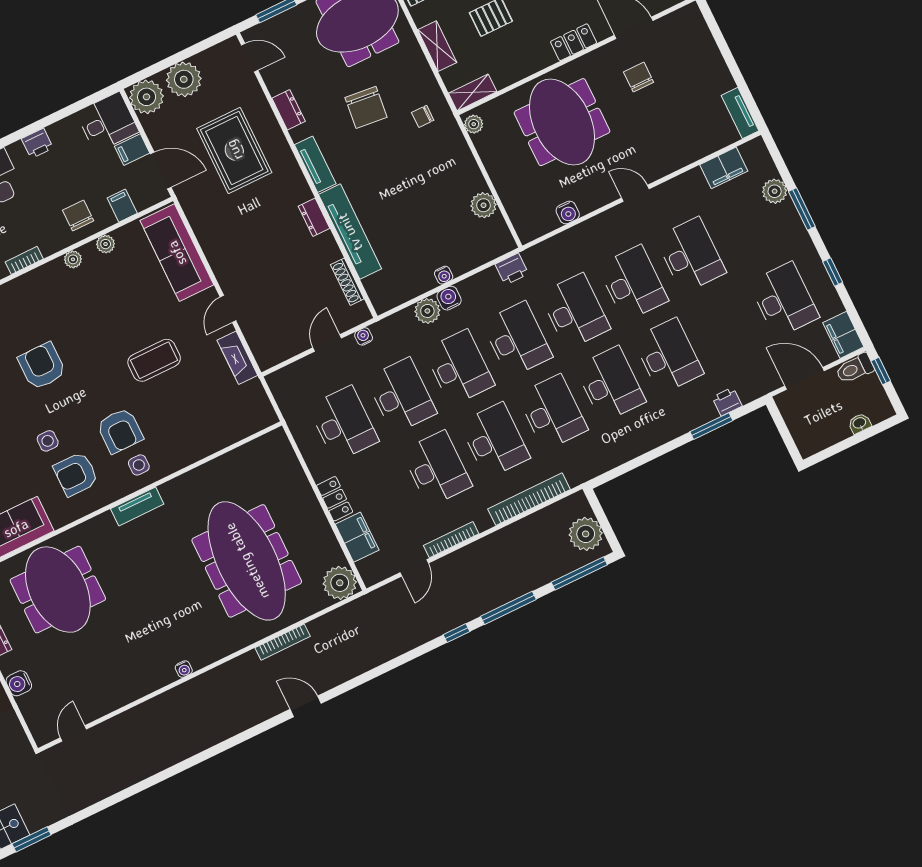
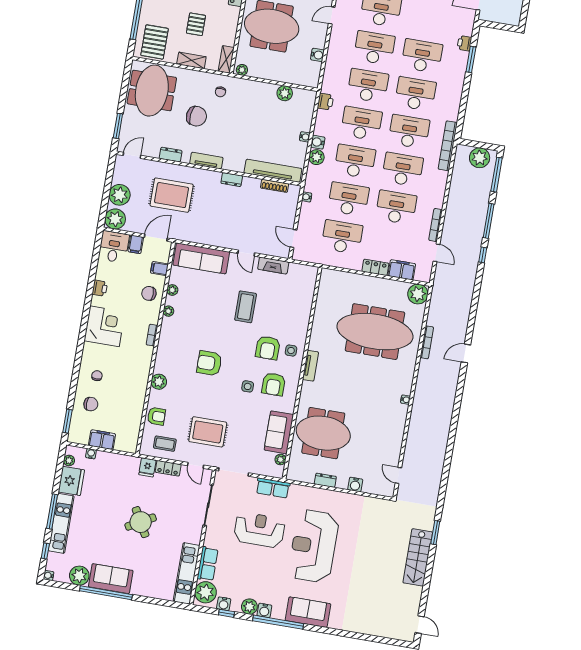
tv unit: (350, 232) -> (273, 171), moved
door: (327, 343) -> (294, 239), moved
armchair: (120, 431) -> (268, 348), turned 90
bookcase: (529, 499) -> (448, 146), moved

